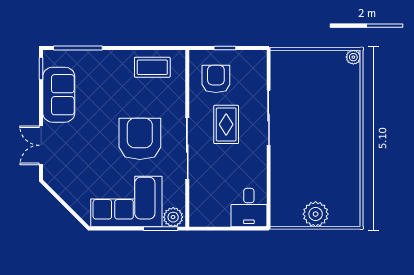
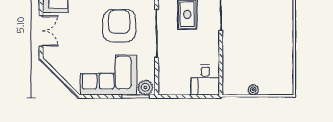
double door: (41, 145) -> (41, 31), swing flipped
plant: (316, 214) -> (253, 90), width x0.53, depth x0.53

